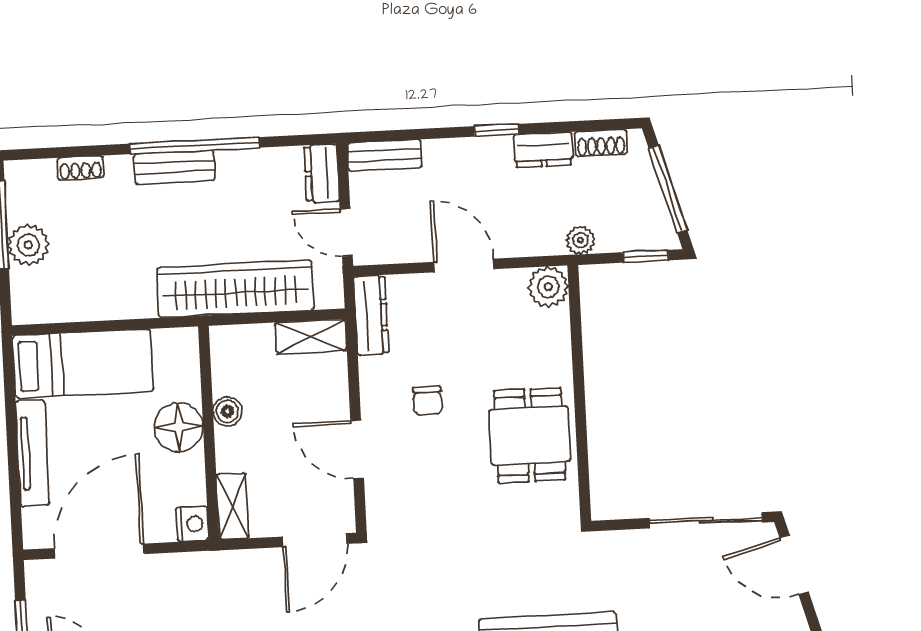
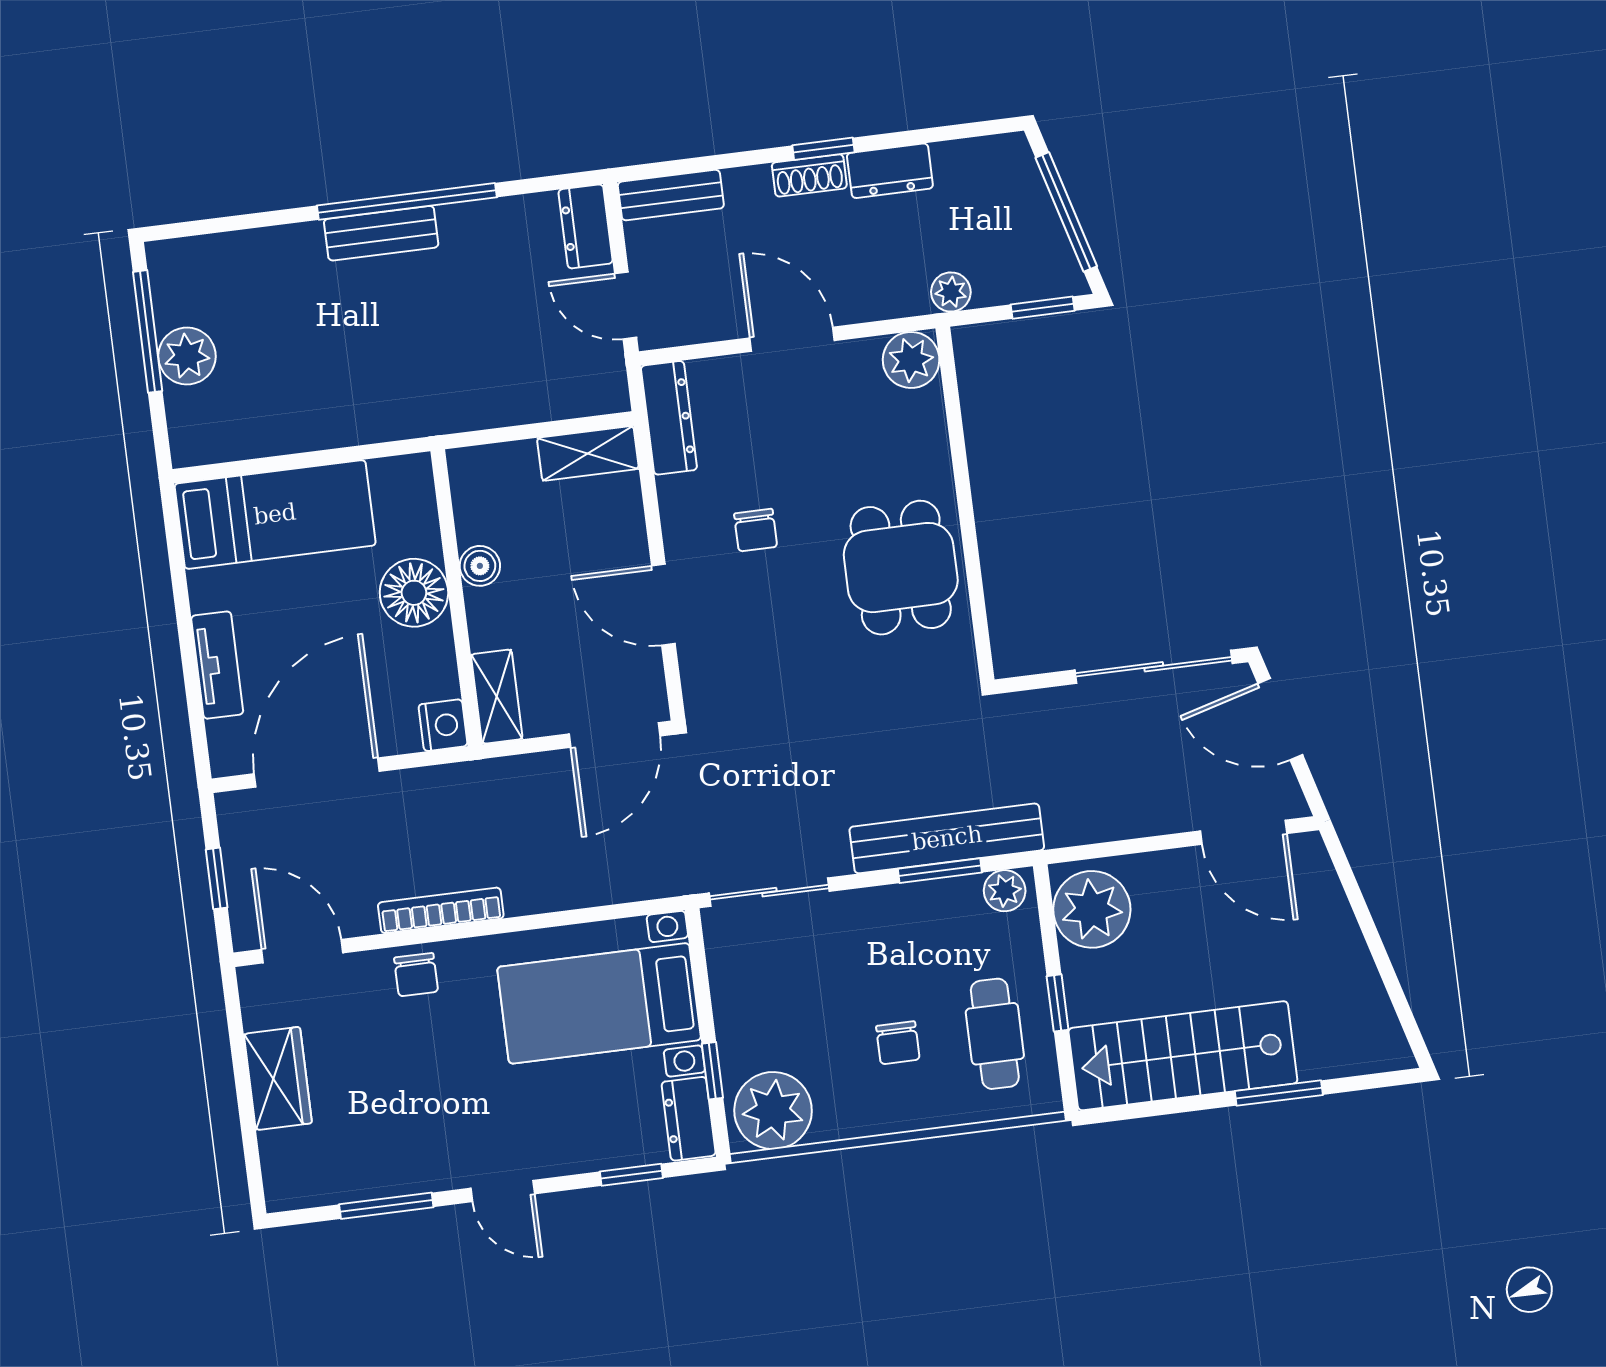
shoe rack: (601, 143) -> (809, 175), moved
shoe rack: (80, 168) -> (251, 244), removed
wardrobe: (235, 289) -> (478, 395), removed
tv unit: (33, 453) -> (217, 665), width x0.71

